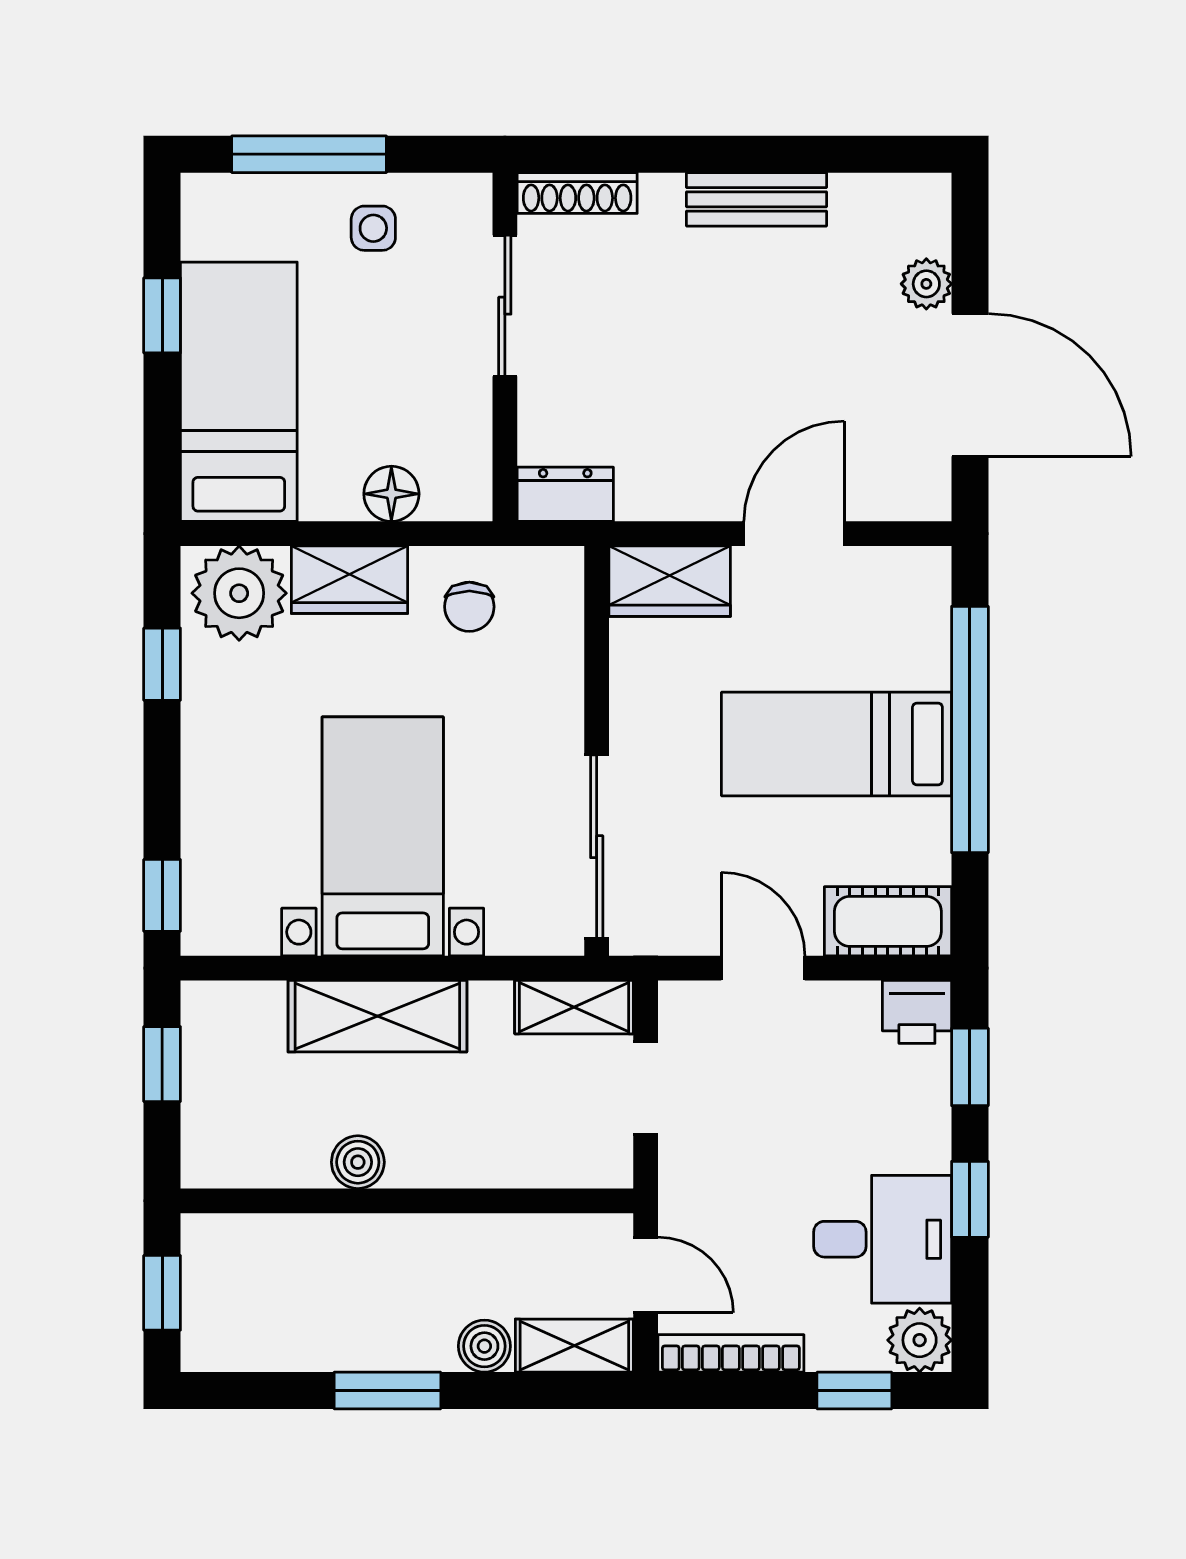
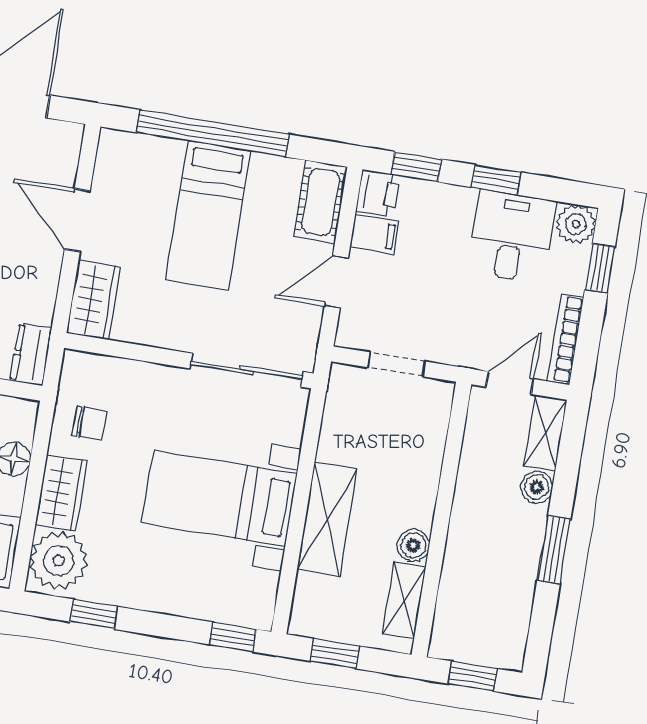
shelving: (574, 1007) -> (404, 600), moved
filing cabinet: (850, 1017) -> (374, 234), added

